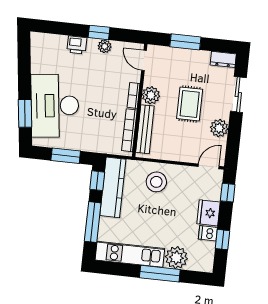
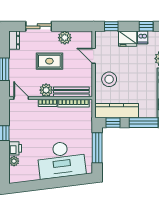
plant: (105, 46) -> (14, 161), moved
door: (144, 60) -> (21, 98), swing flipped
window: (25, 113) -> (69, 181), removed
window: (66, 156) -> (97, 148), width x1.44
door: (209, 166) -> (94, 56), moved

